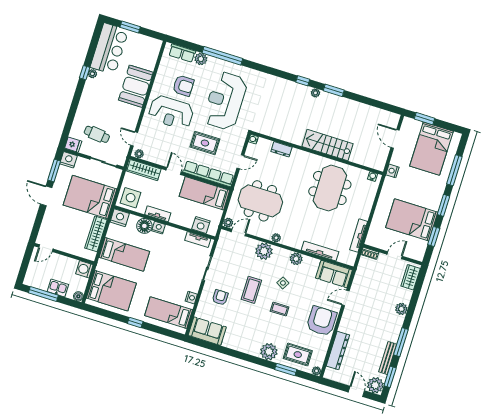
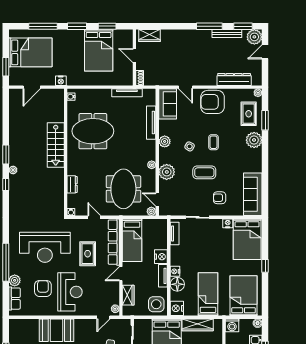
wardrobe: (144, 170) -> (128, 295), width x0.67
nightstand: (201, 225) -> (161, 257), moved
plant: (401, 309) -> (180, 35), removed
bed: (169, 313) -> (247, 239), width x1.50
sofa: (207, 331) -> (253, 194), width x1.36

